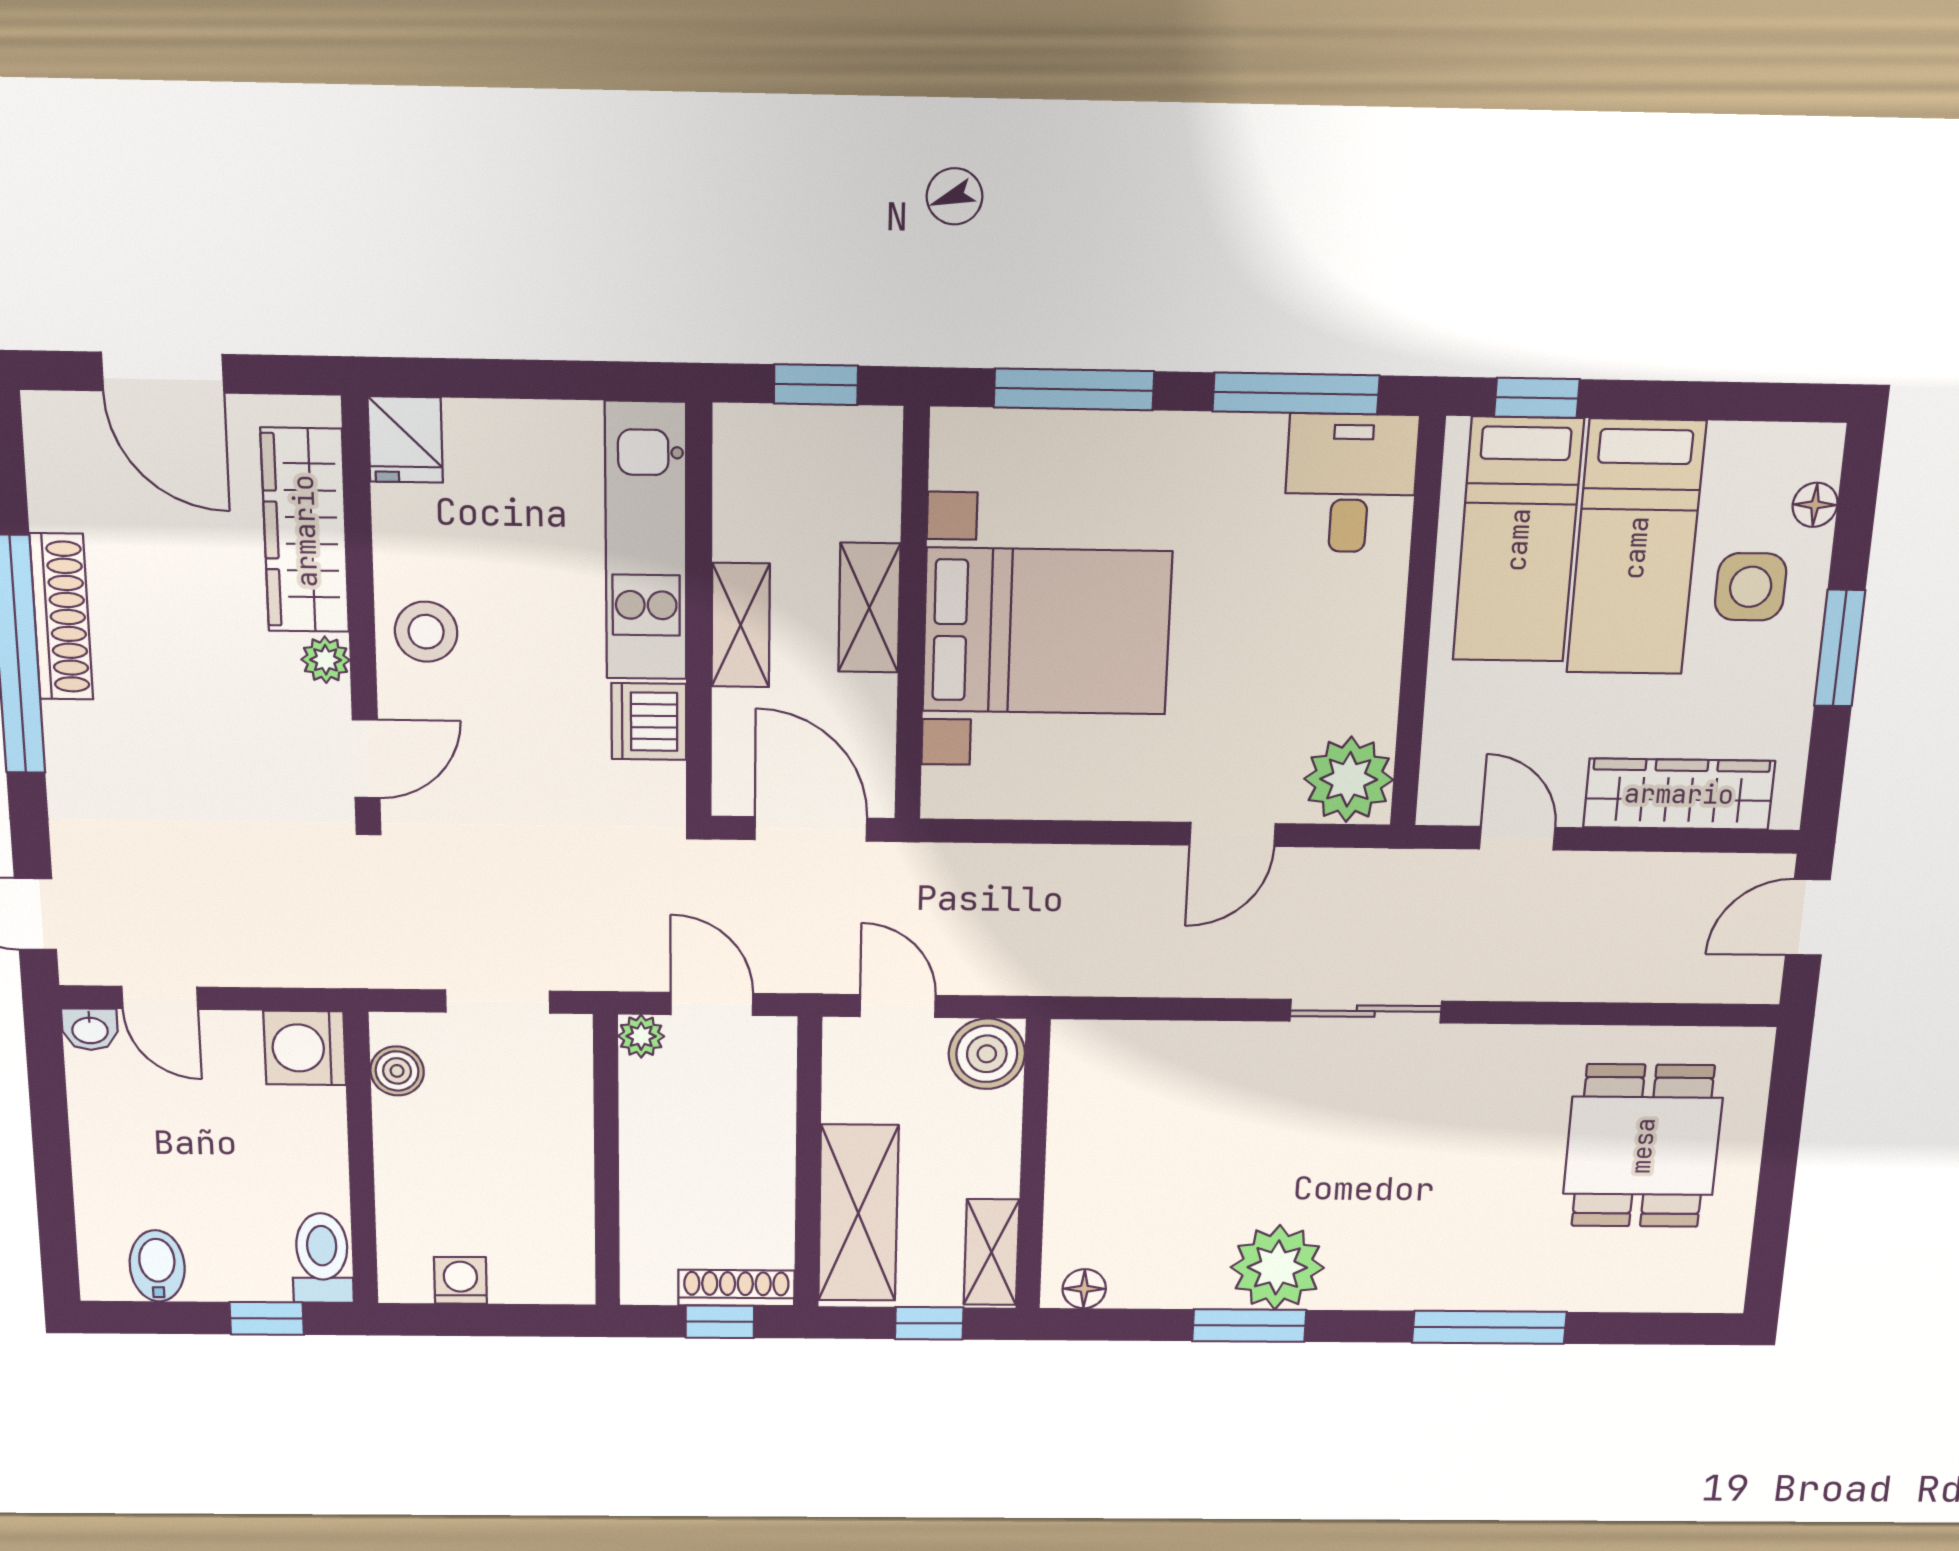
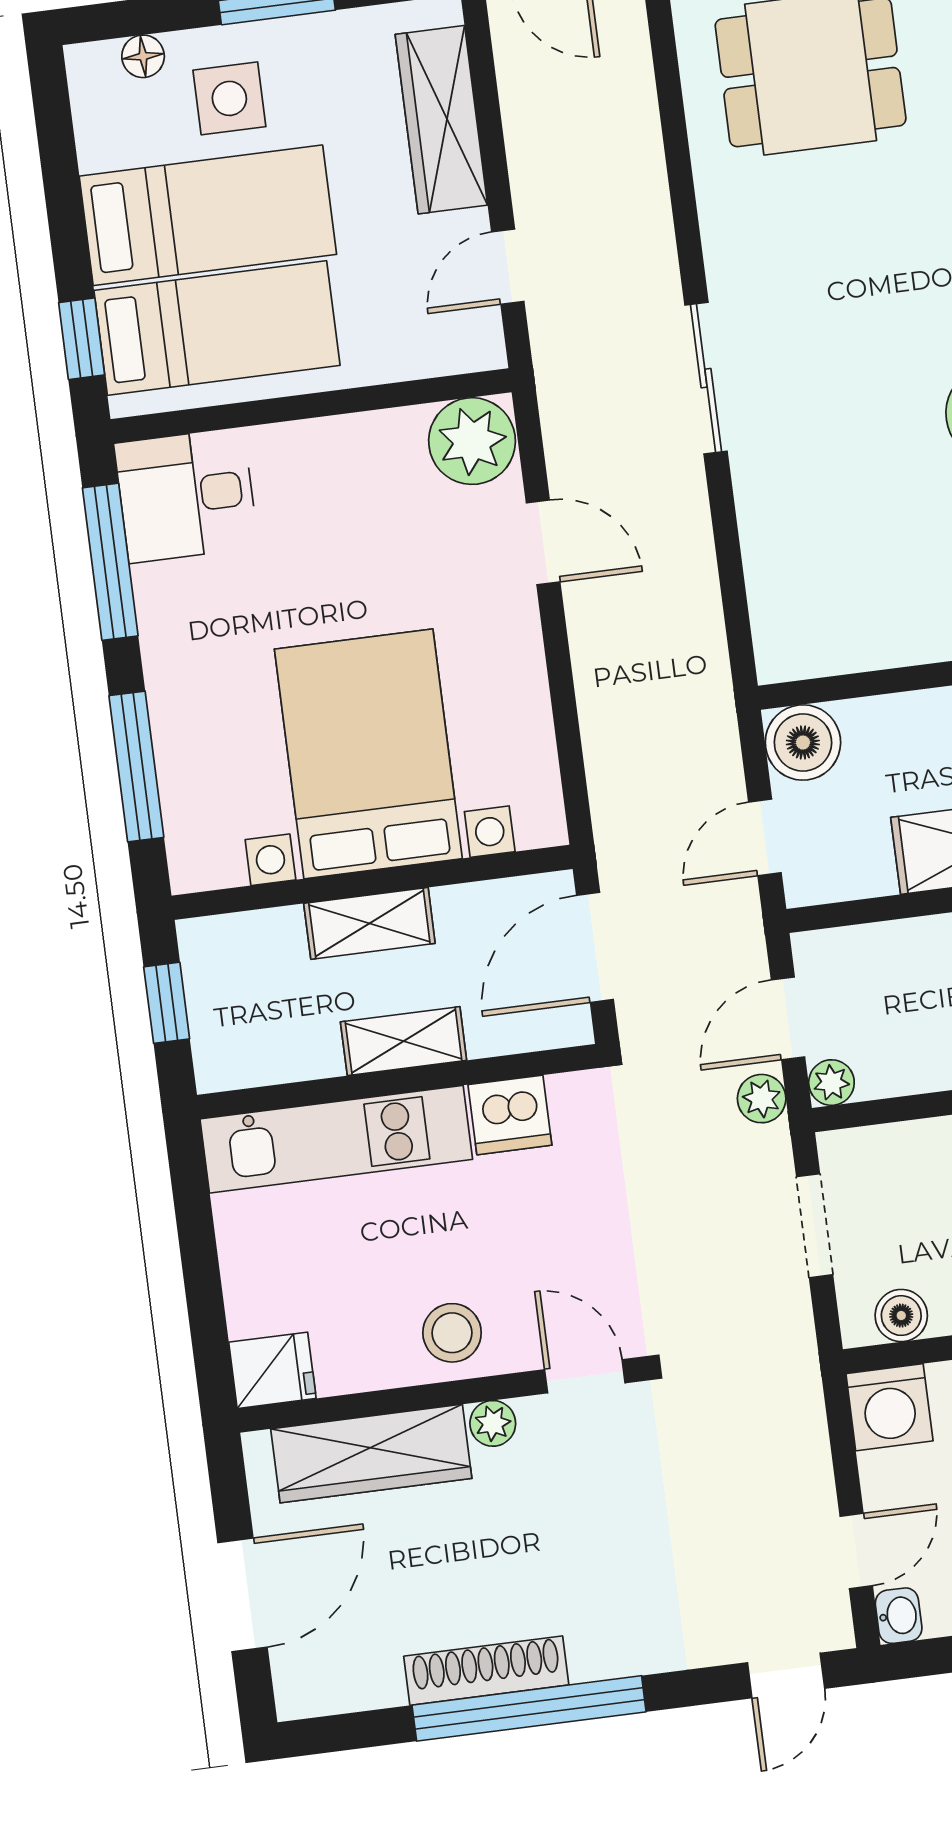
plant: (634, 968) -> (762, 1099), added

